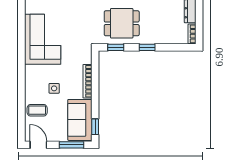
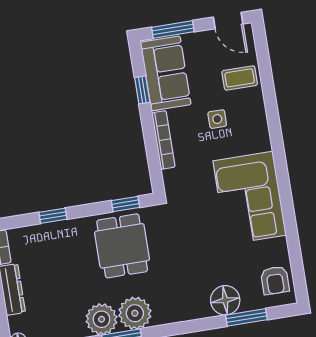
dining table: (122, 23) -> (122, 246), turned 90
window: (147, 47) -> (53, 216), moved
window: (95, 127) -> (142, 90), moved

